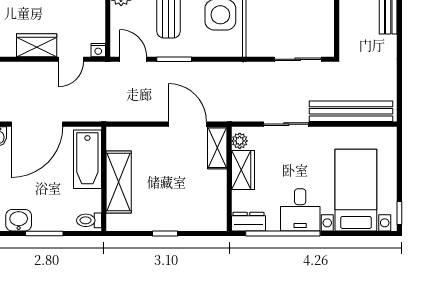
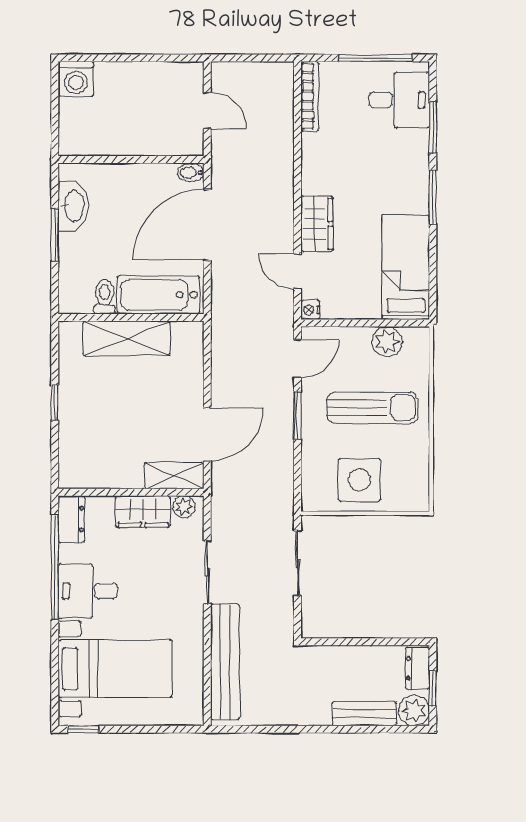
sliding door: (298, 59) -> (297, 563), moved
door: (37, 124) -> (207, 225), hinge flipped
washbasin: (19, 220) -> (73, 206), width x1.38
toilet: (89, 220) -> (105, 297), moved

